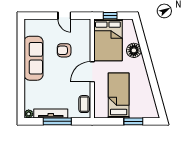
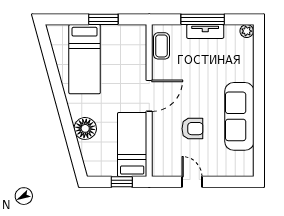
bed: (108, 40) -> (132, 145), width x0.67
bed: (119, 95) -> (85, 59), moved
tv unit: (51, 114) -> (205, 31), width x0.71
window: (133, 121) -> (103, 19), moved

